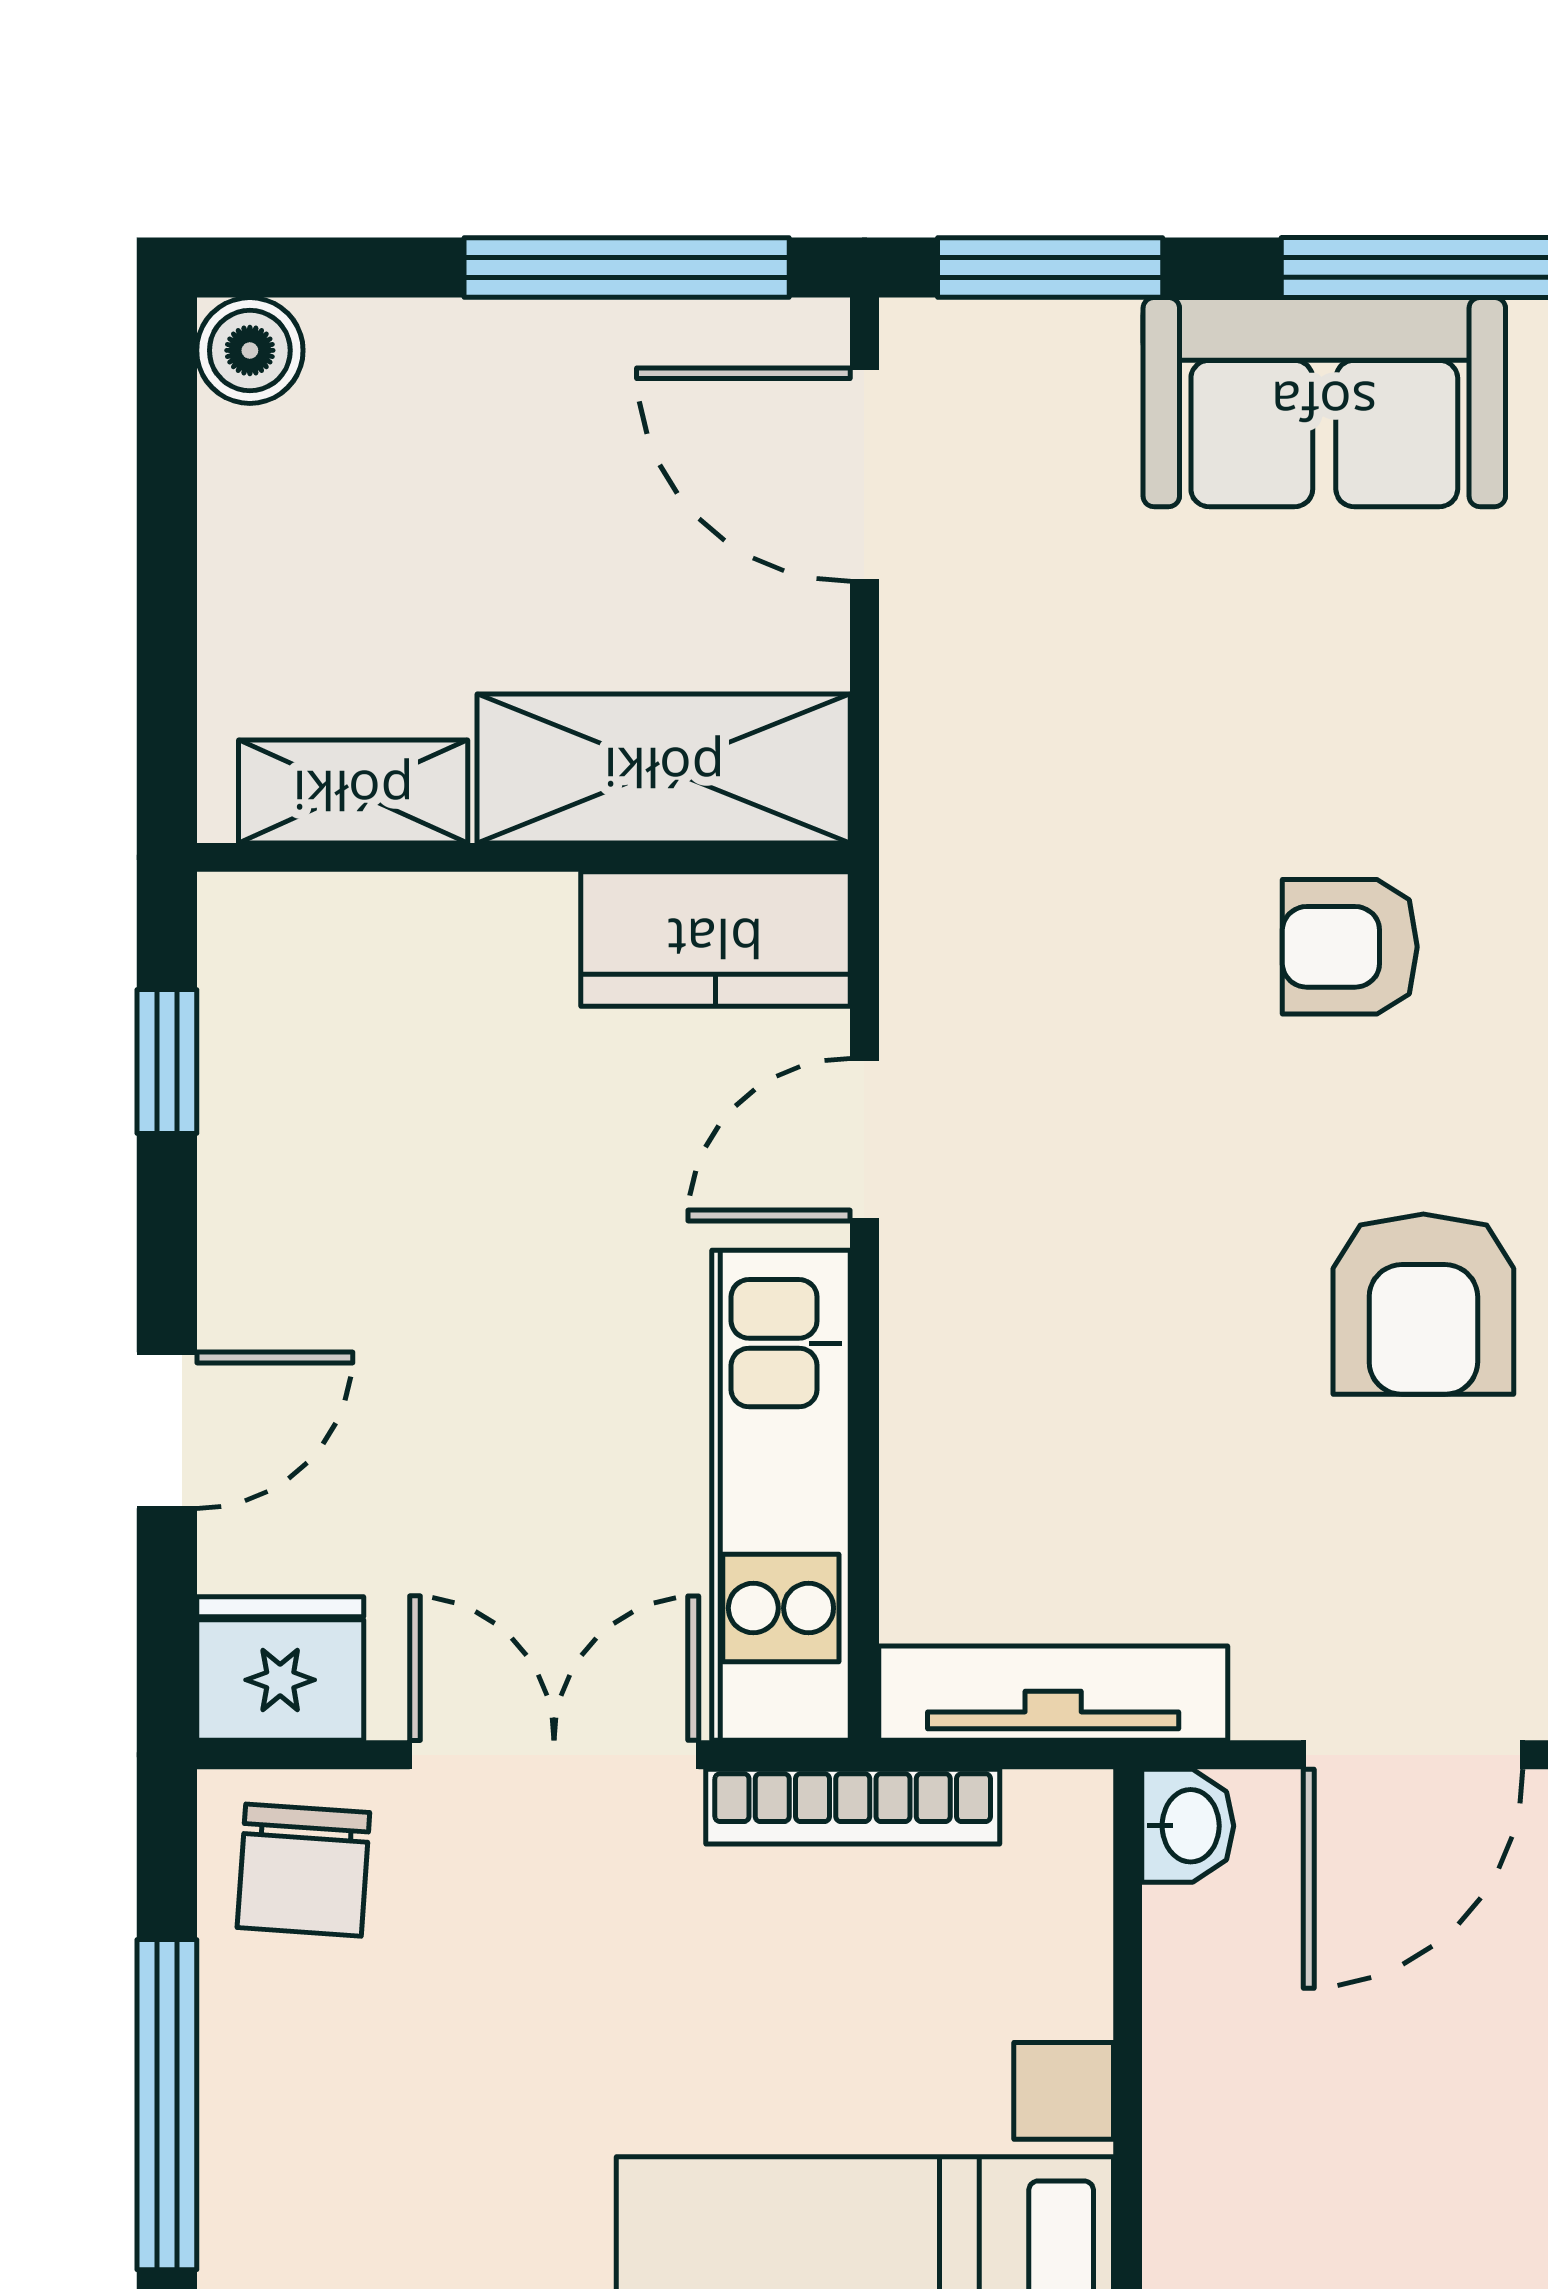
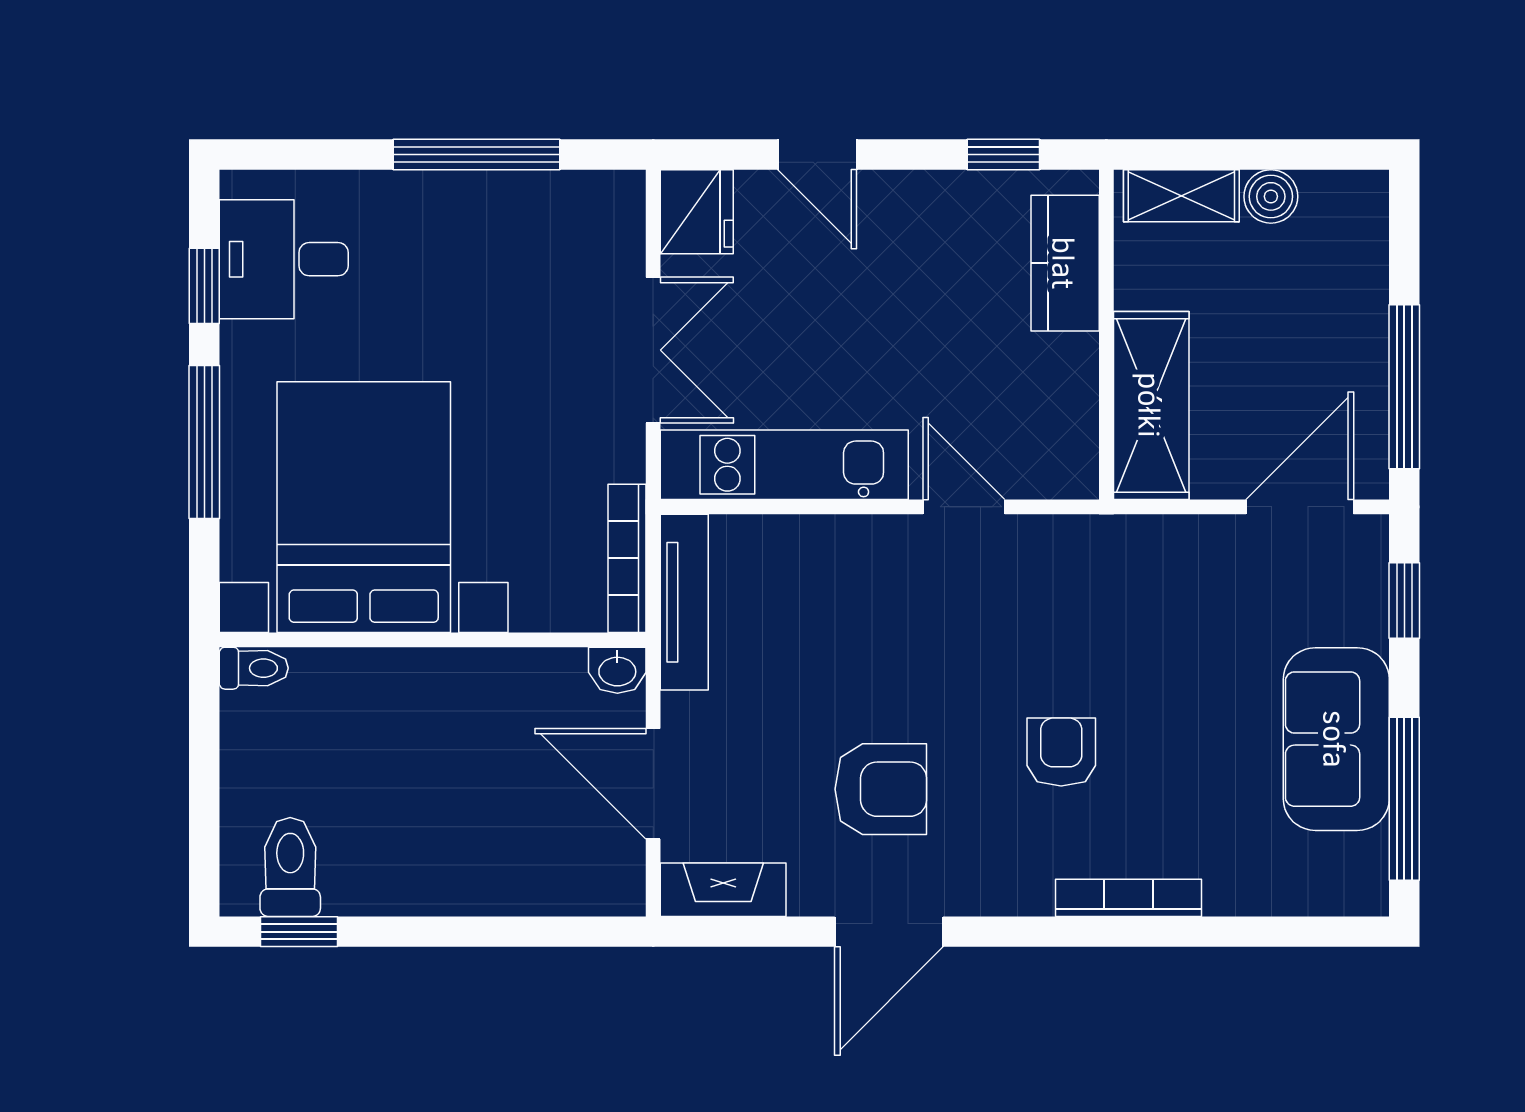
window: (1050, 268) -> (1404, 601), width x0.67
boiler: (250, 350) -> (1271, 196), moved
shelving: (353, 791) -> (1181, 196), moved, turned 90
kitchen counter: (715, 939) -> (1065, 263), moved
armchair: (1423, 1304) -> (881, 789), turned 180
bookcase: (853, 1807) -> (627, 558), moved
chair: (303, 1870) -> (595, 224), removed

